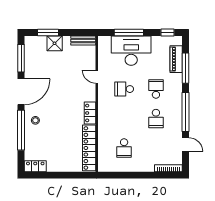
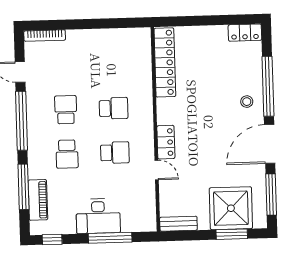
shower: (55, 43) -> (231, 208), width x1.86, depth x1.86
desk: (131, 51) -> (98, 216), width x0.73, depth x0.77
locker: (90, 113) -> (166, 142), moved
school desk: (124, 148) -> (114, 108), moved, turned 90

